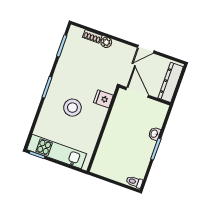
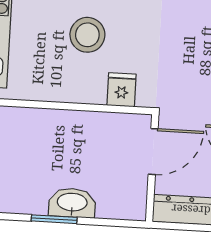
washbasin: (154, 134) -> (72, 203), width x1.91, depth x1.45

